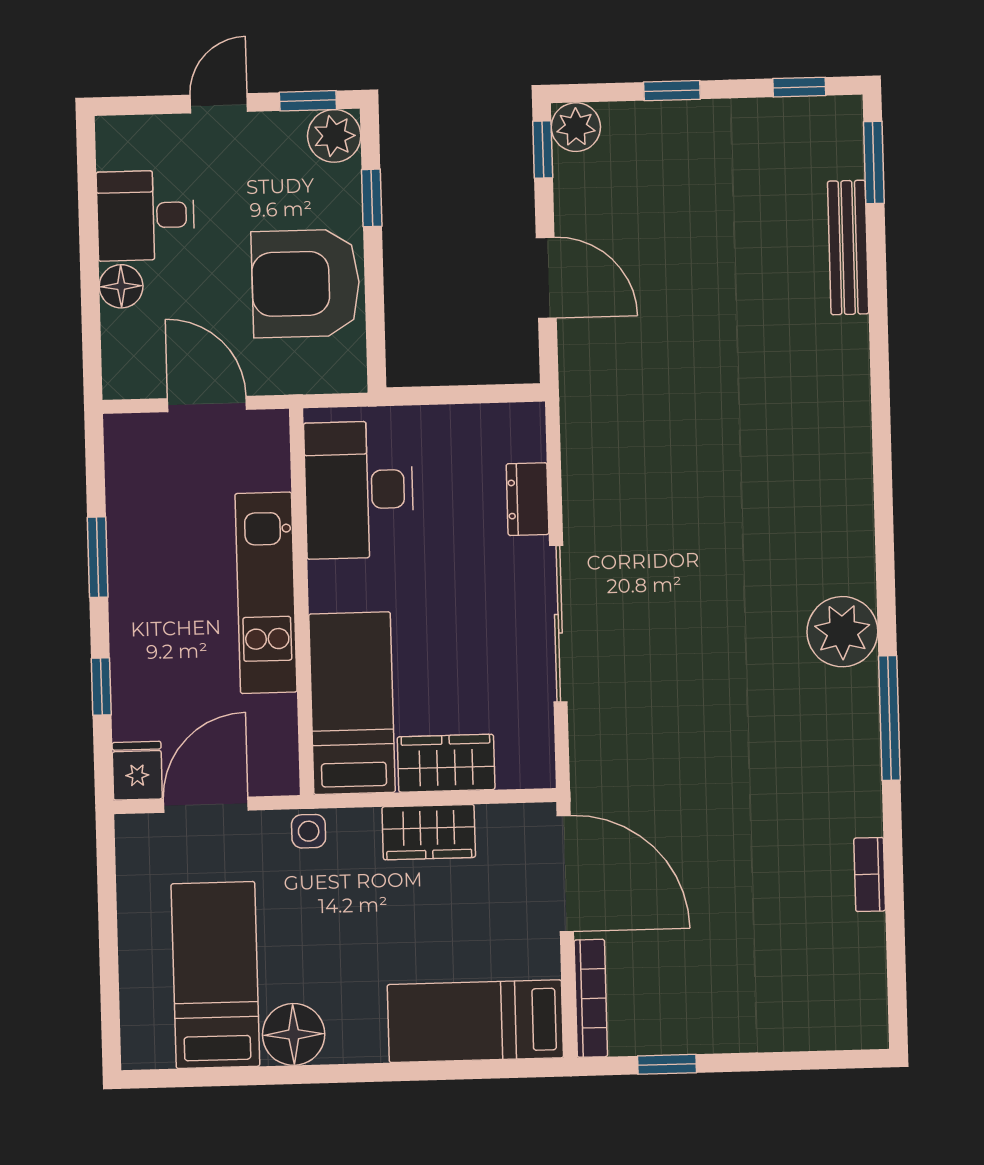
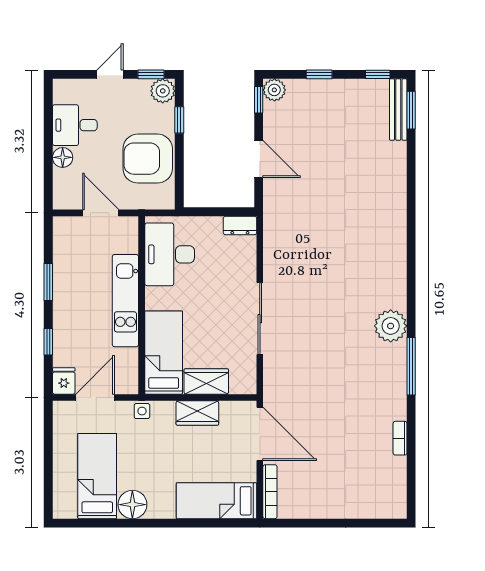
bench: (848, 247) -> (398, 110), moved
dresser: (528, 499) -> (240, 225), moved, turned -90
window: (667, 1064) -> (304, 523), removed

